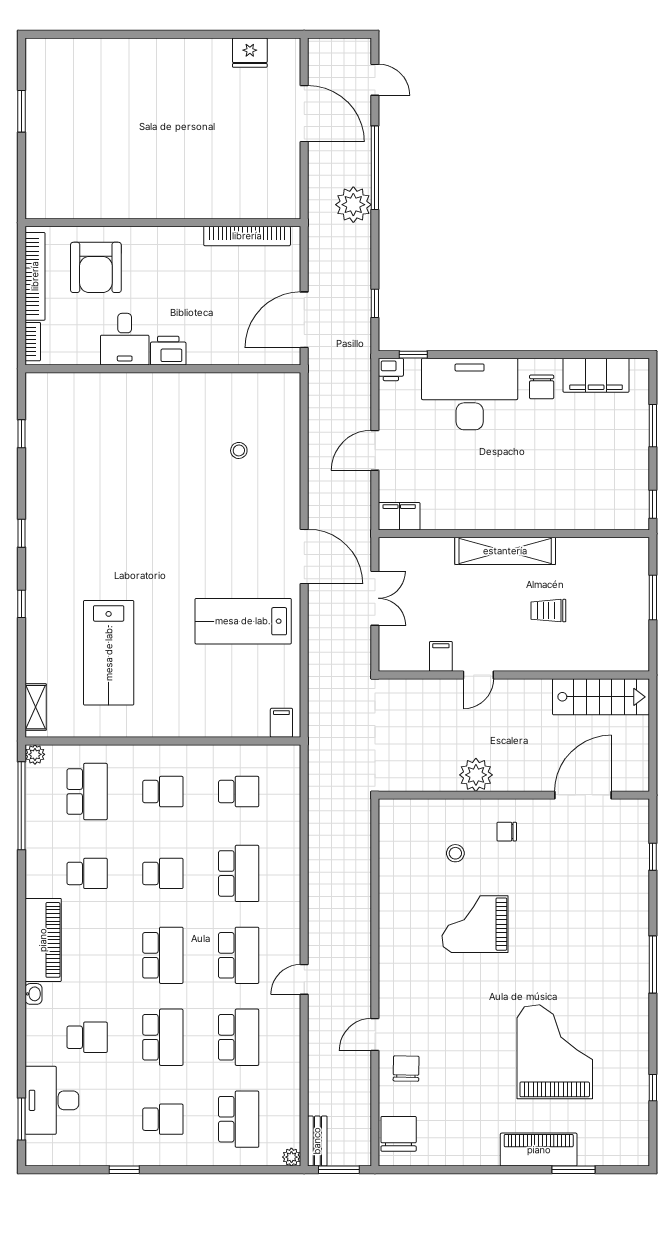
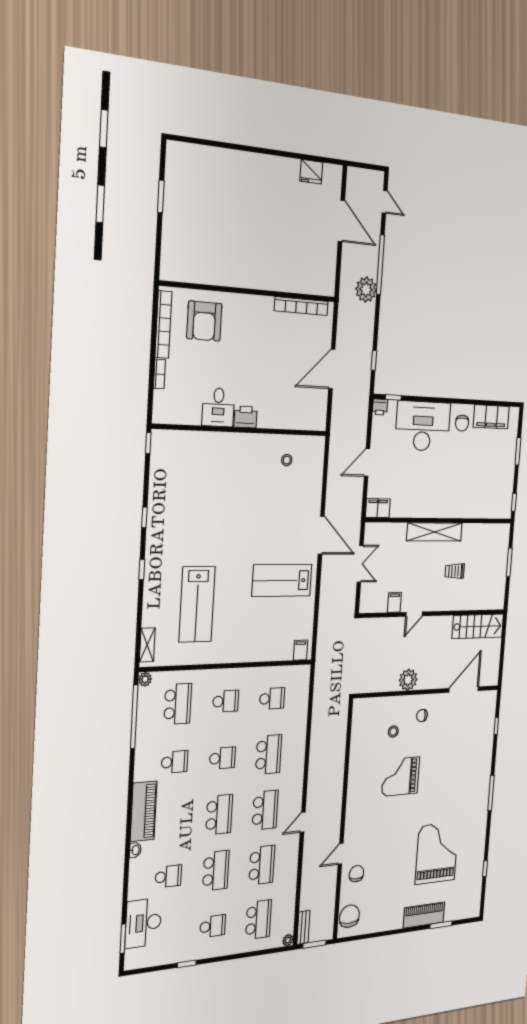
desk: (125, 339) -> (218, 407), moved
printer: (168, 351) -> (246, 417), moved
wall: (163, 369) -> (241, 430), moved

